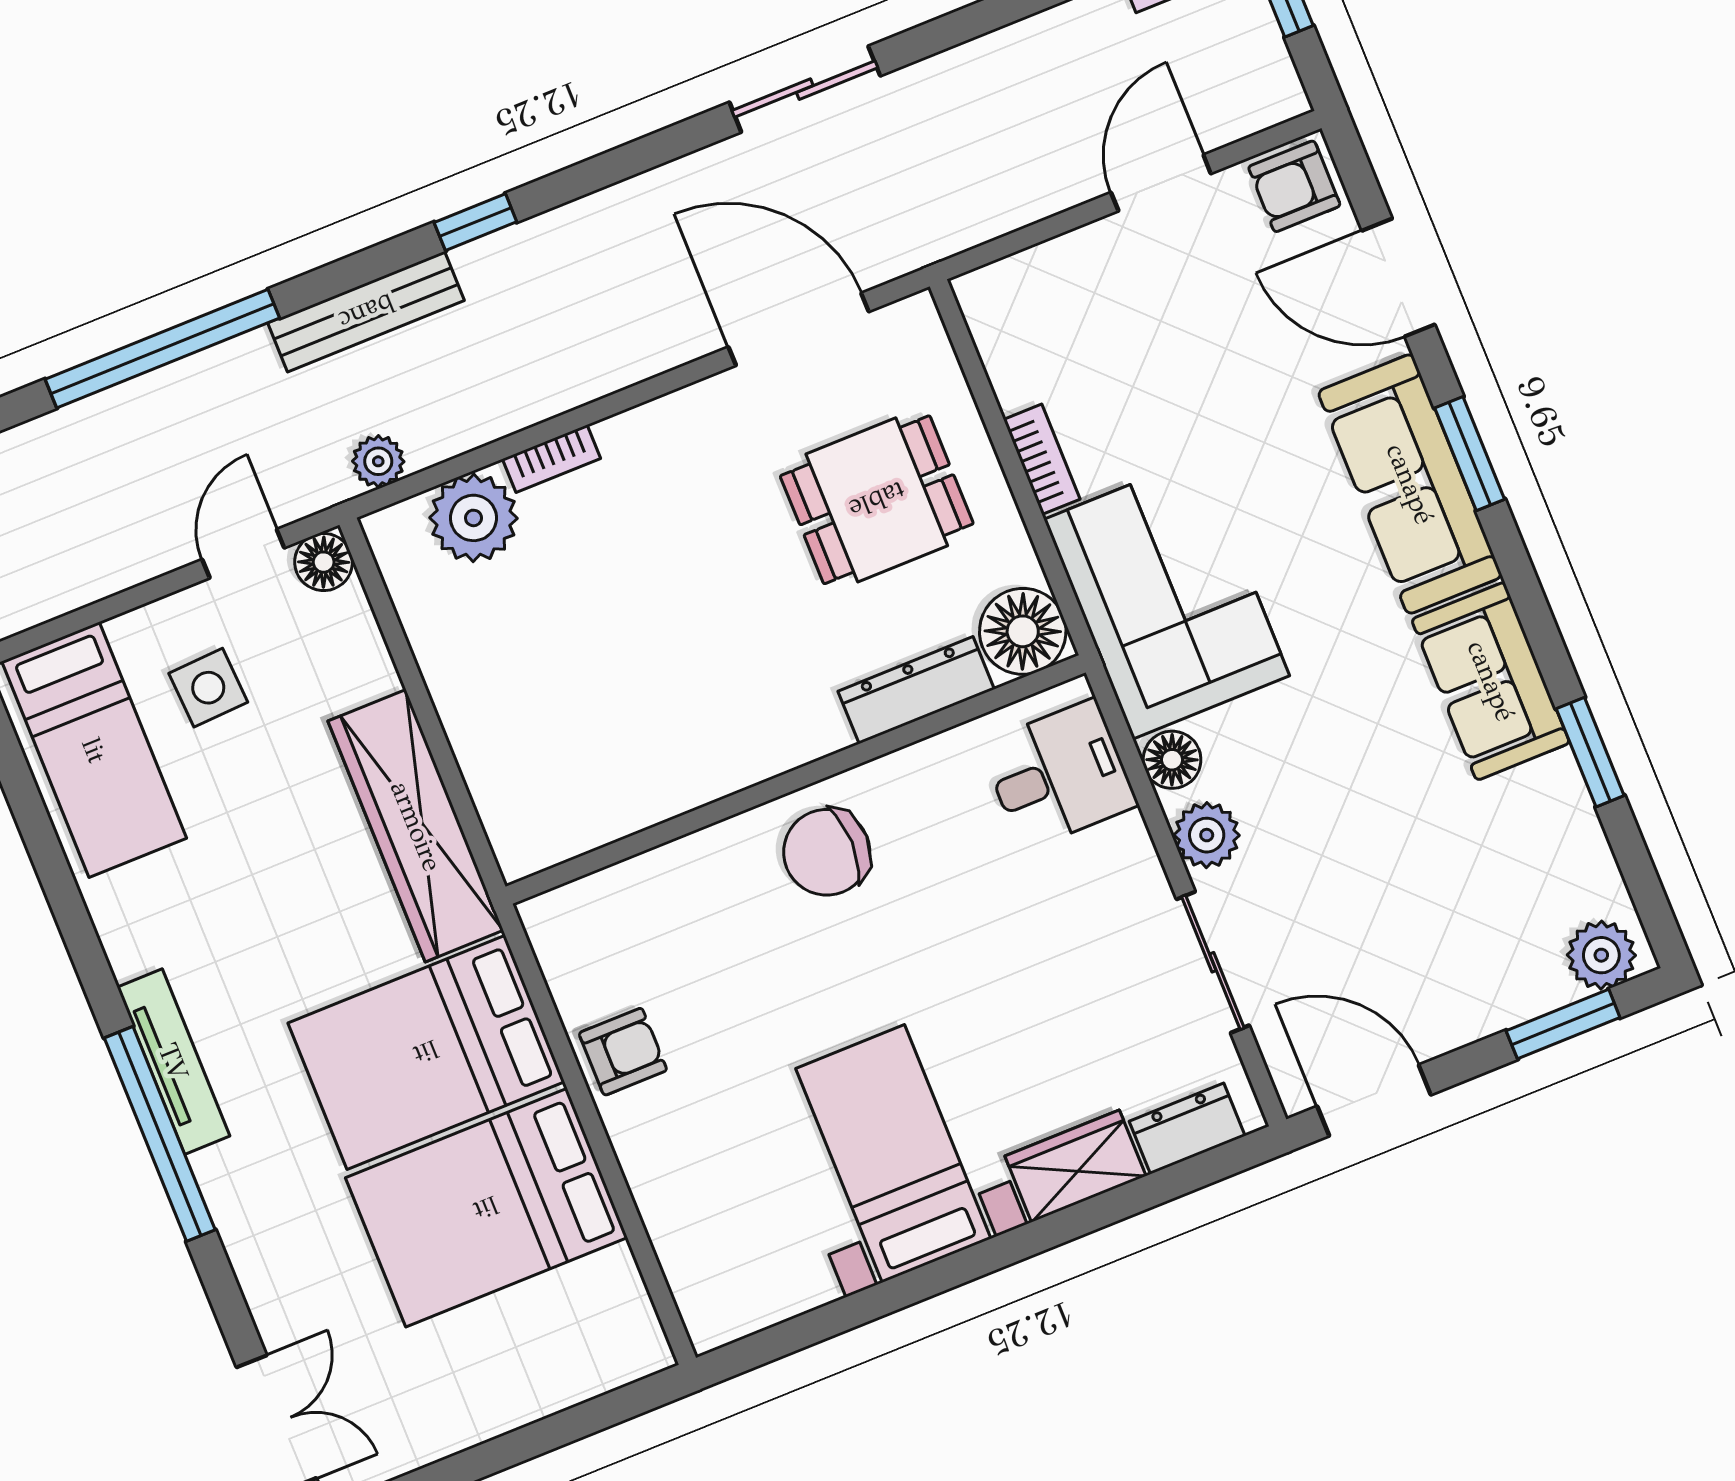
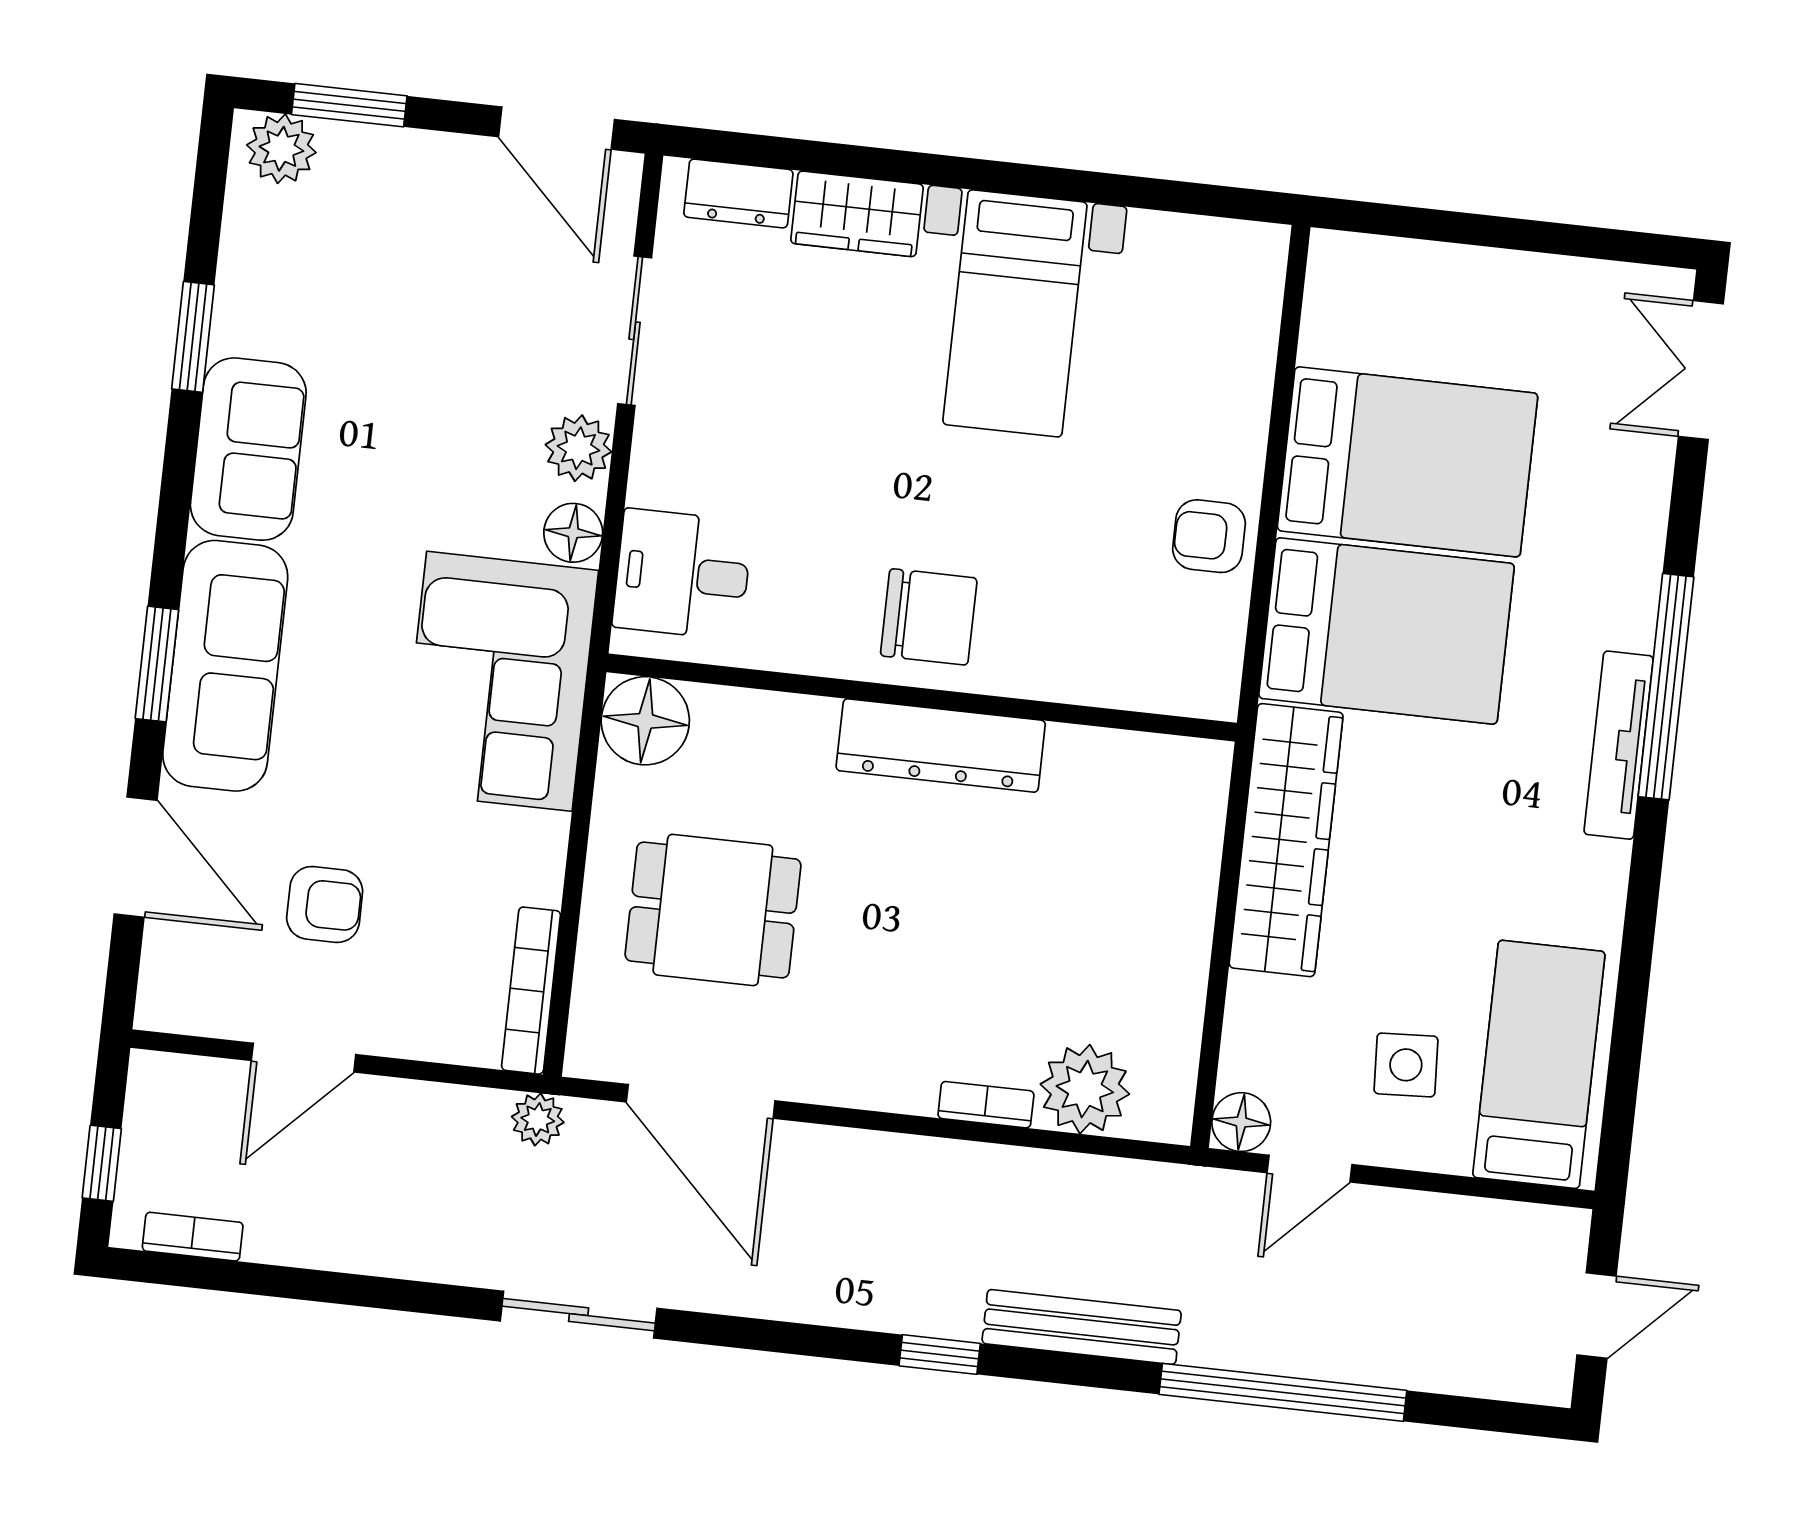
armchair: (1294, 186) -> (325, 904), moved
bookcase: (1042, 459) -> (531, 991), moved, width x1.56
plant: (378, 461) -> (538, 1119), moved
dresser: (916, 690) -> (941, 746), moved, width x1.37, depth x1.24

